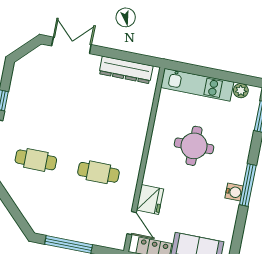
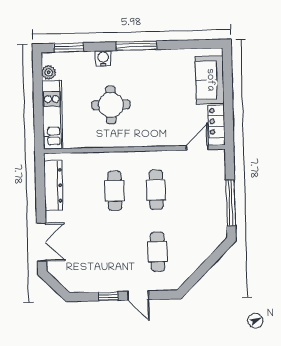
double door: (71, 45) -> (42, 242), swing flipped
cafe table: (107, 130) -> (115, 191), added
water cooler: (234, 192) -> (103, 58), moved
fridge: (150, 200) -> (171, 135), removed

